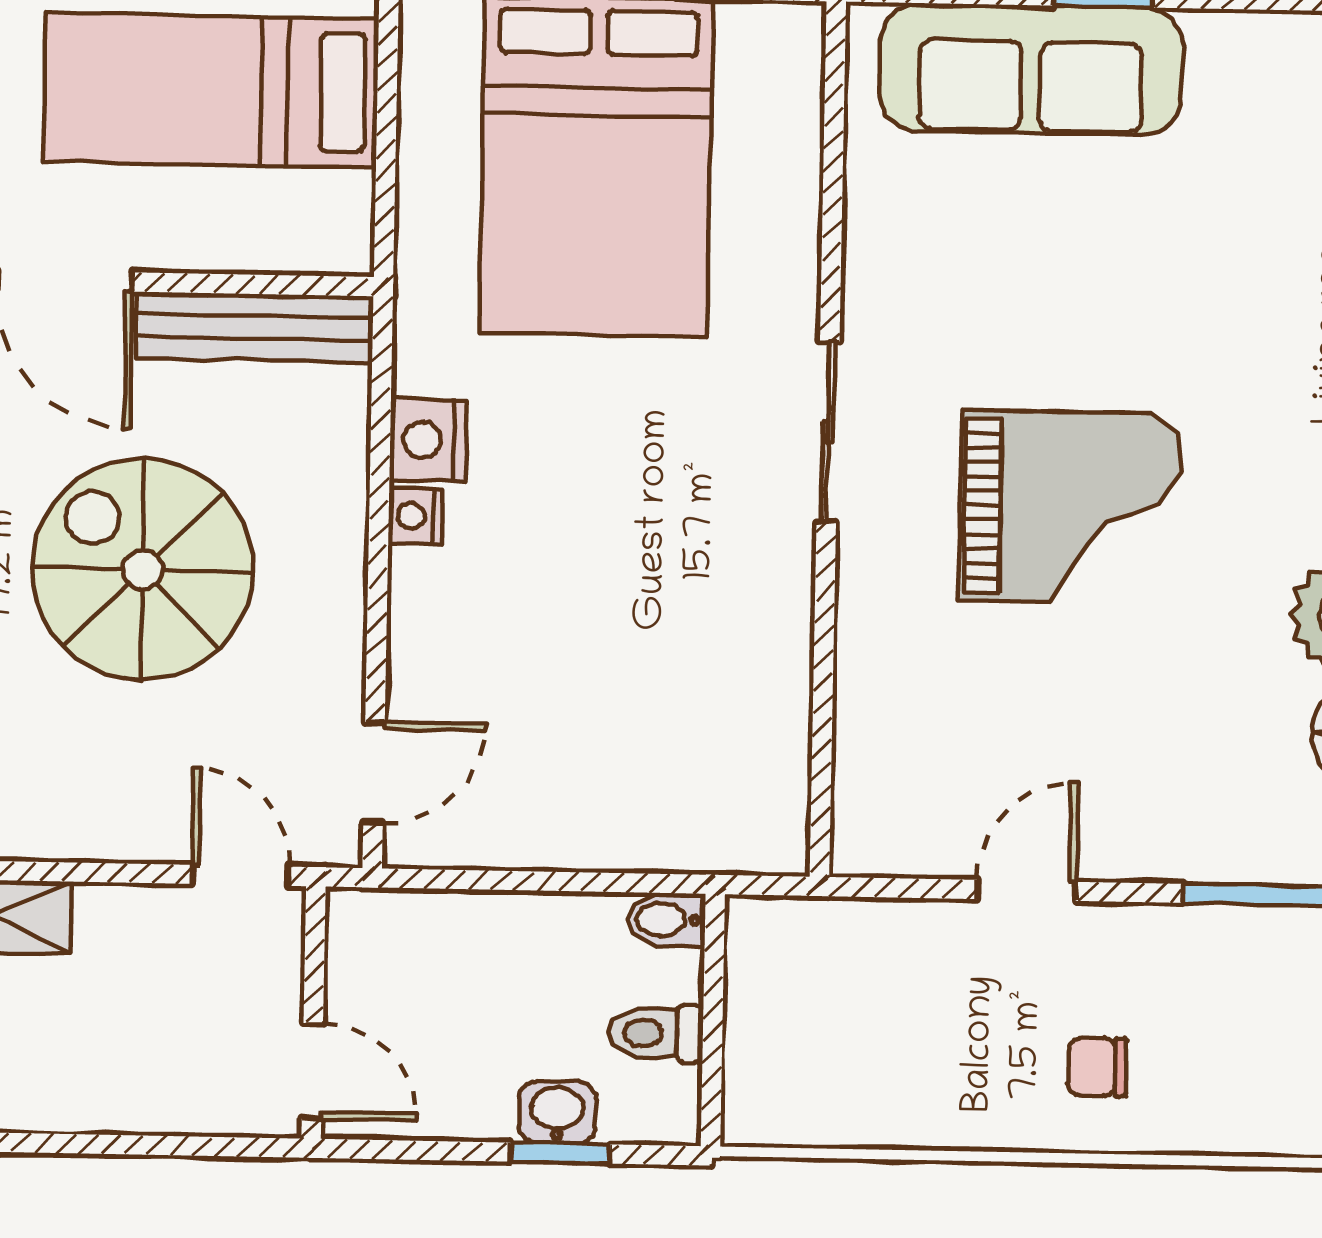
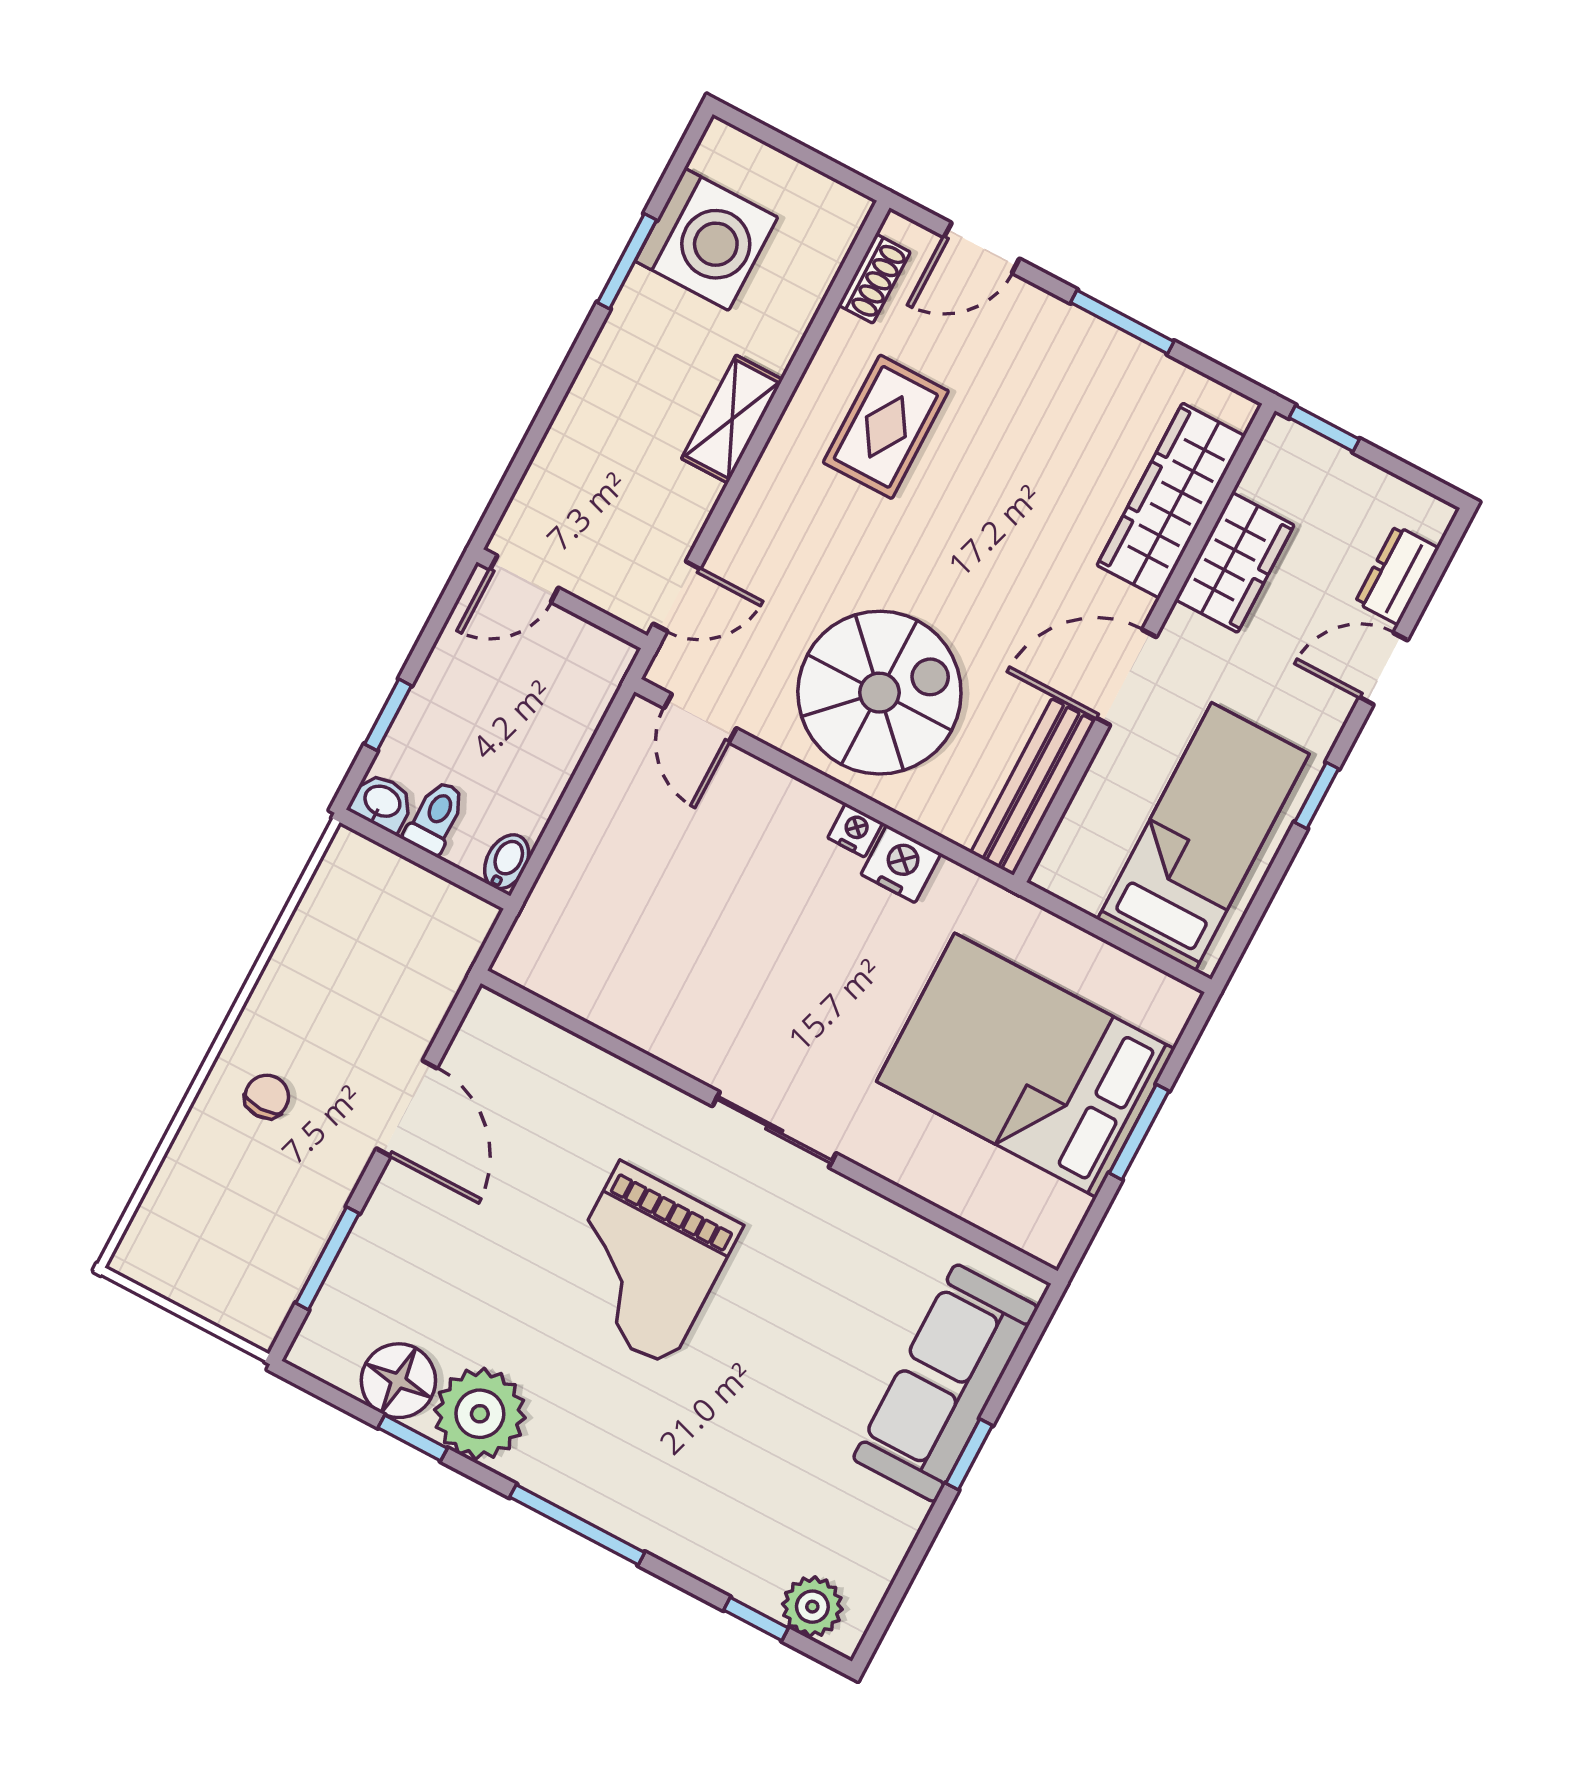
spiral stairs: (143, 570) -> (879, 693), moved
door: (1026, 890) -> (407, 1108), width x1.38
washbasin: (557, 1112) -> (382, 802), moved, turned -90

